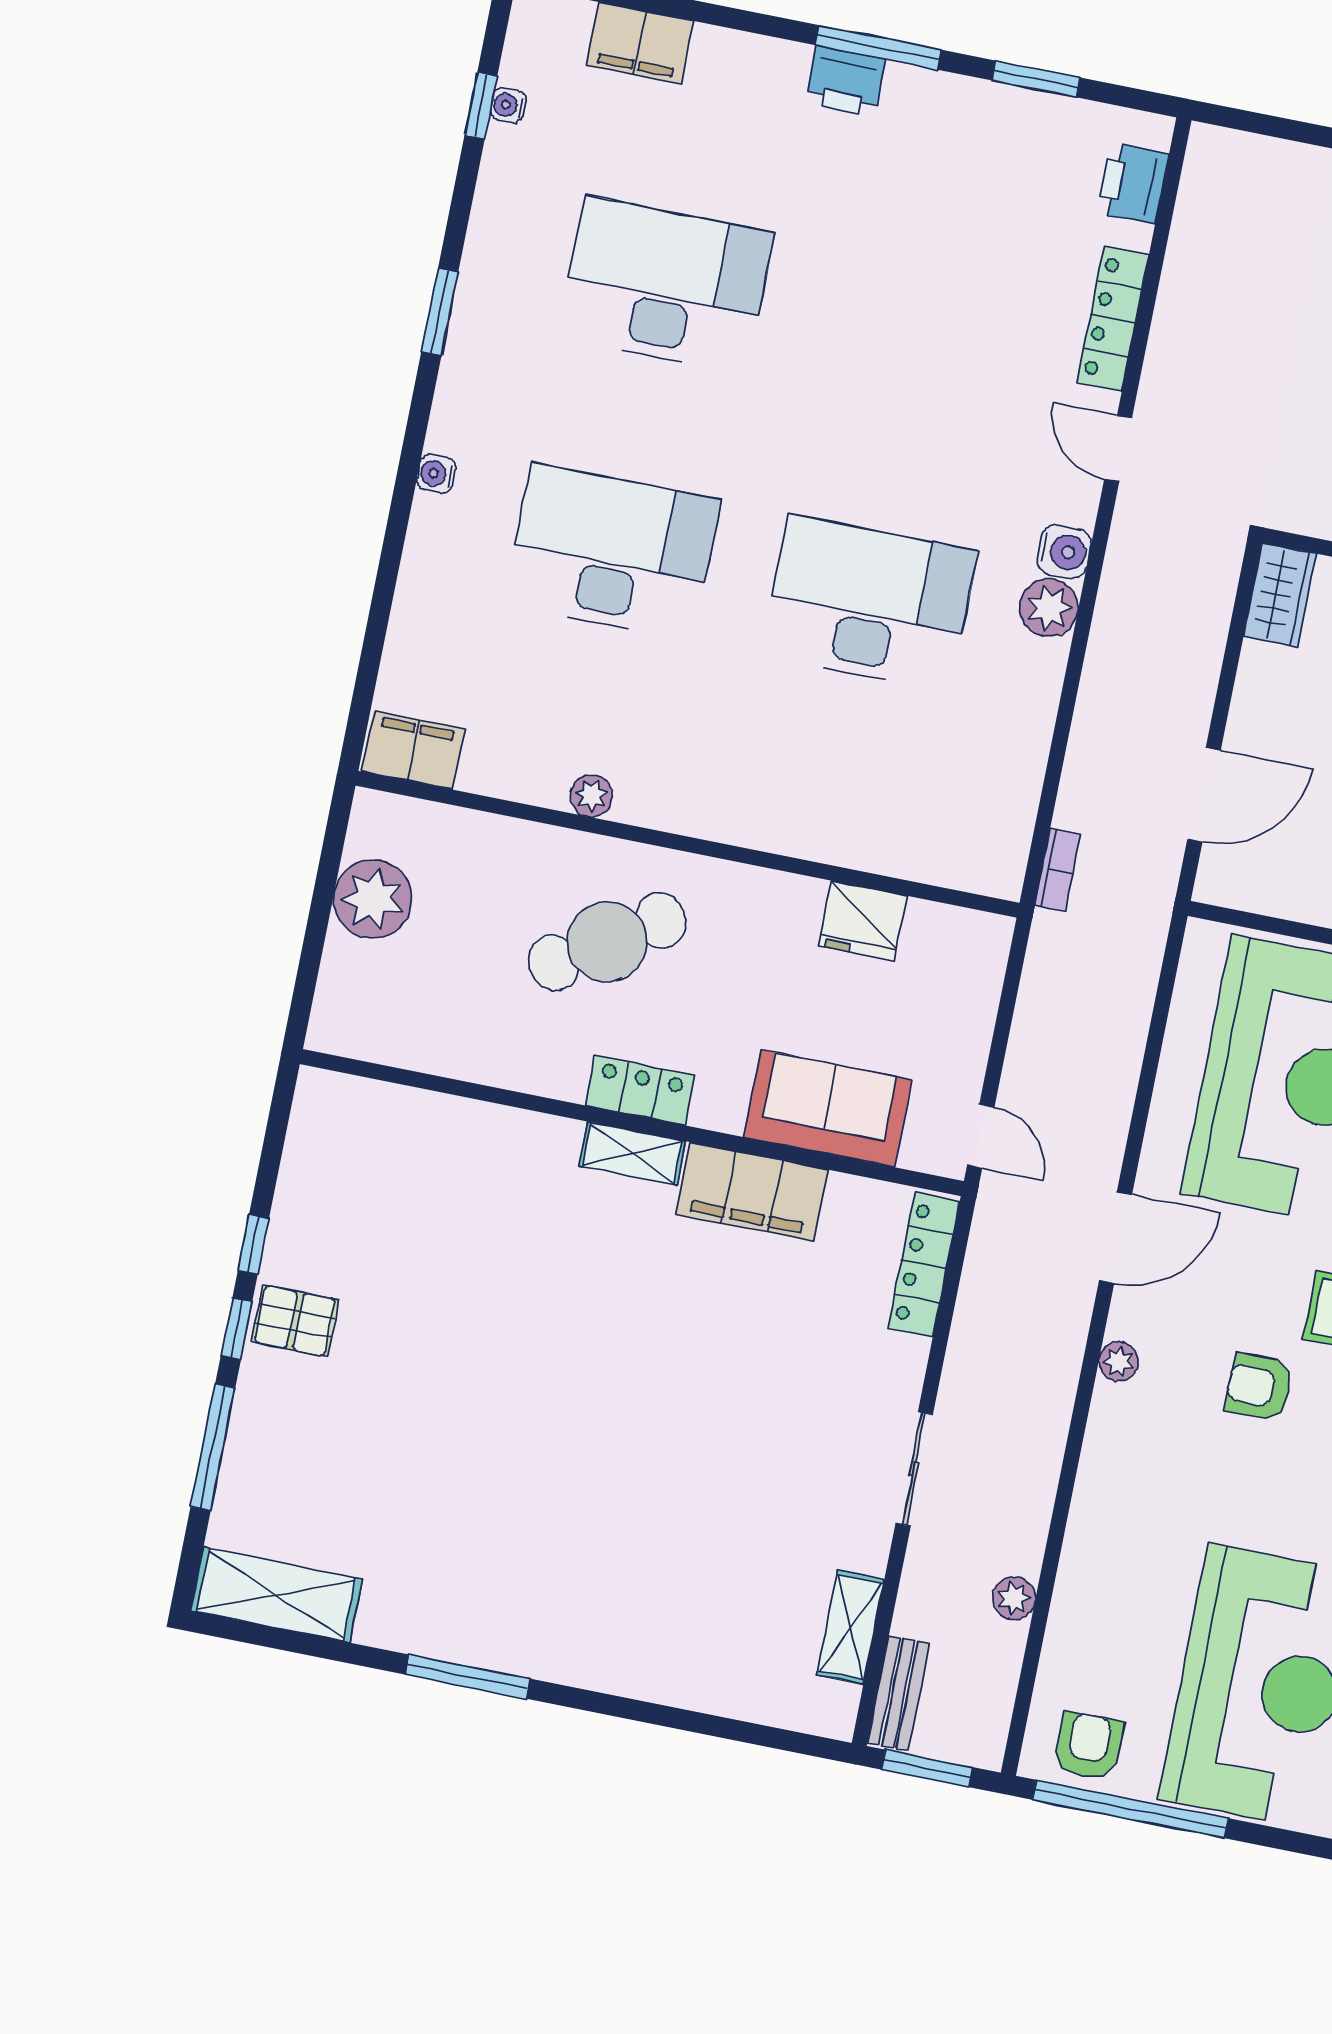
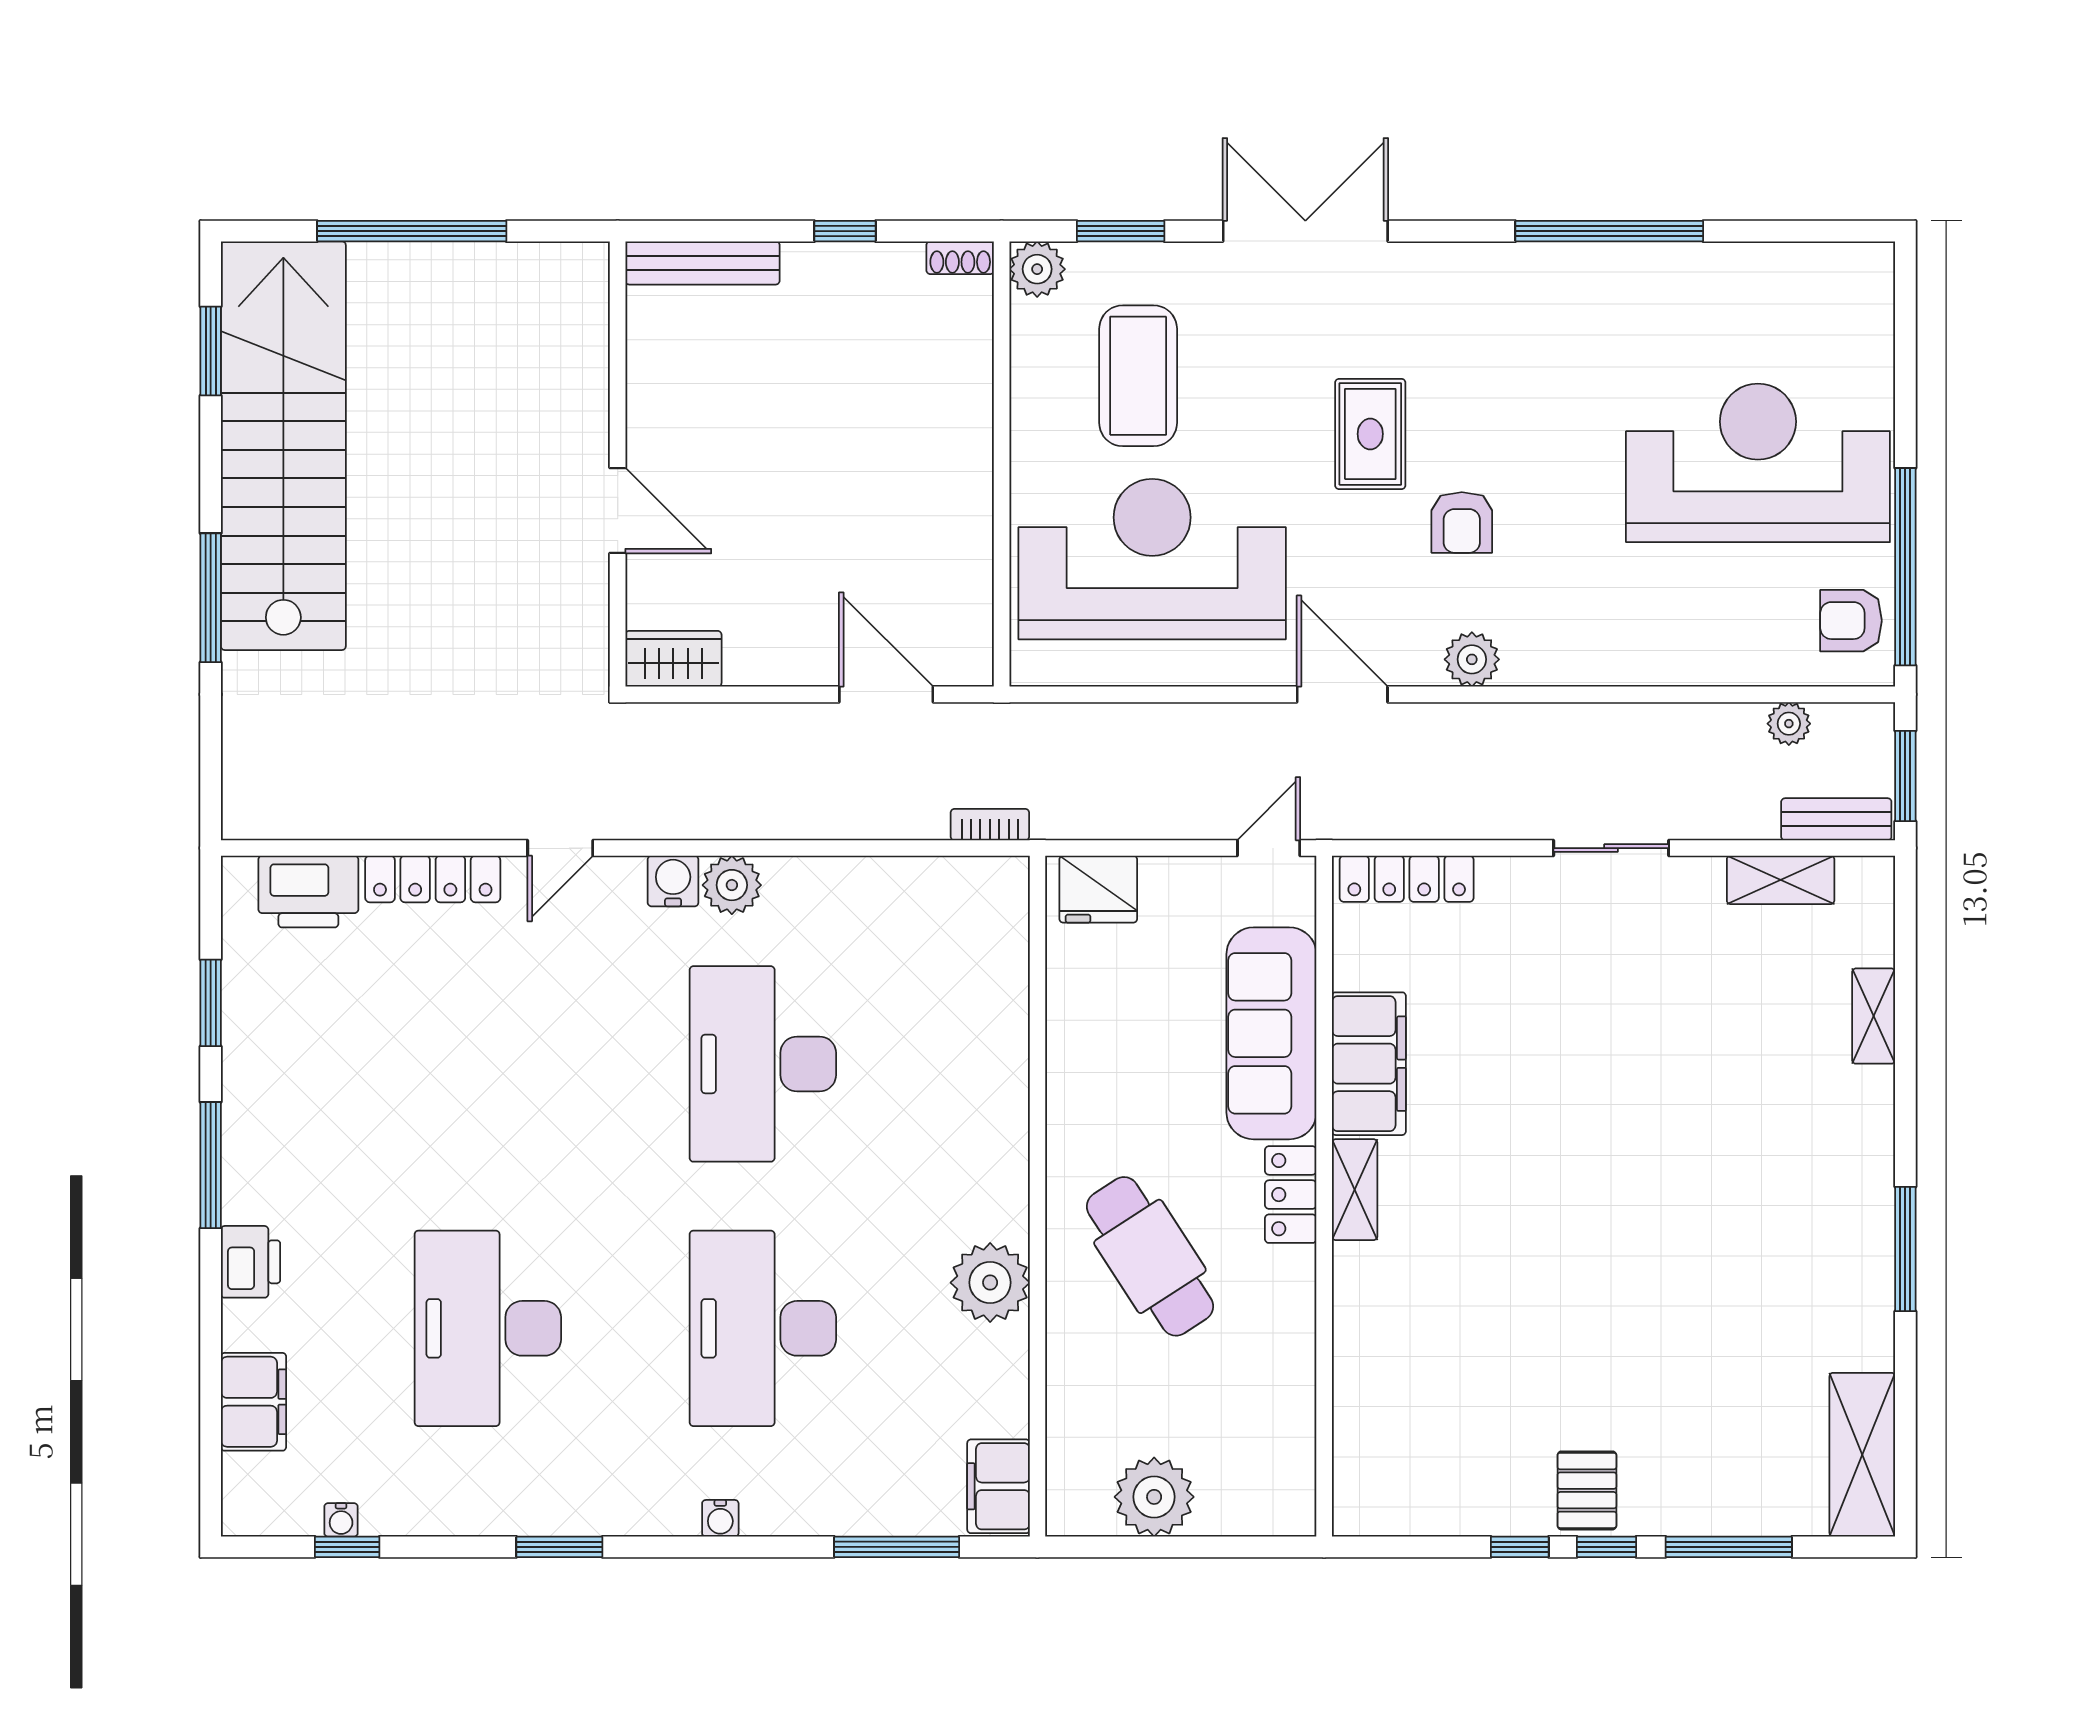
printer: (846, 81) -> (251, 1262), moved
printer: (1133, 183) -> (308, 892), width x1.37, depth x1.19
window: (374, 639) -> (897, 1547), added
plant: (591, 796) -> (990, 1283), width x1.87, depth x1.87
fridge: (863, 921) -> (1098, 889), moved, turned 90
sofa: (827, 1108) -> (1271, 1033), width x1.36
plant: (1119, 1361) -> (1472, 659), width x1.38, depth x1.38
plant: (1014, 1598) -> (1789, 724), moved
shelving: (700, 1691) -> (1874, 1016), added

